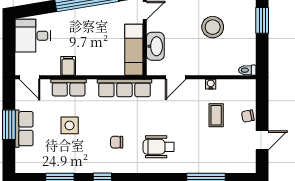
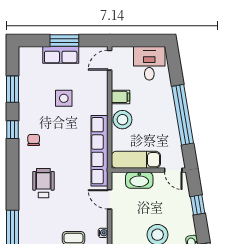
stool: (92, 64) -> (122, 120), added
row of seats: (69, 88) -> (100, 97), removed
row of seats: (124, 88) -> (99, 151), width x1.36
chair: (117, 142) -> (34, 140), moved

